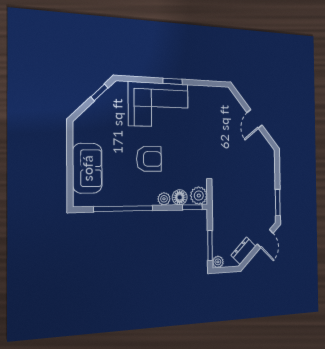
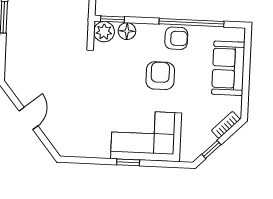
bookcase: (87, 115) -> (226, 125), added
armchair: (149, 159) -> (160, 76), turned 90
armchair: (136, 194) -> (176, 38), added
plant: (164, 199) -> (145, 31), removed

